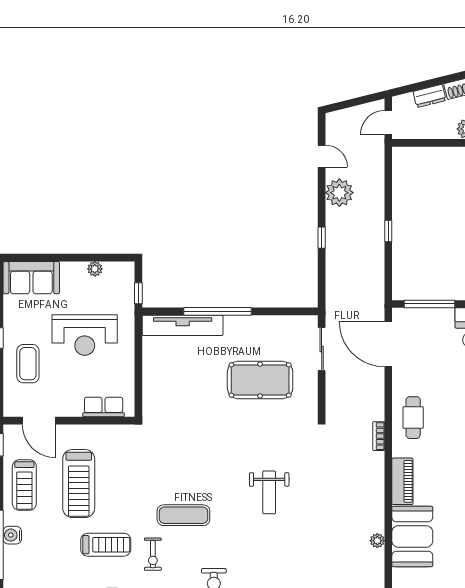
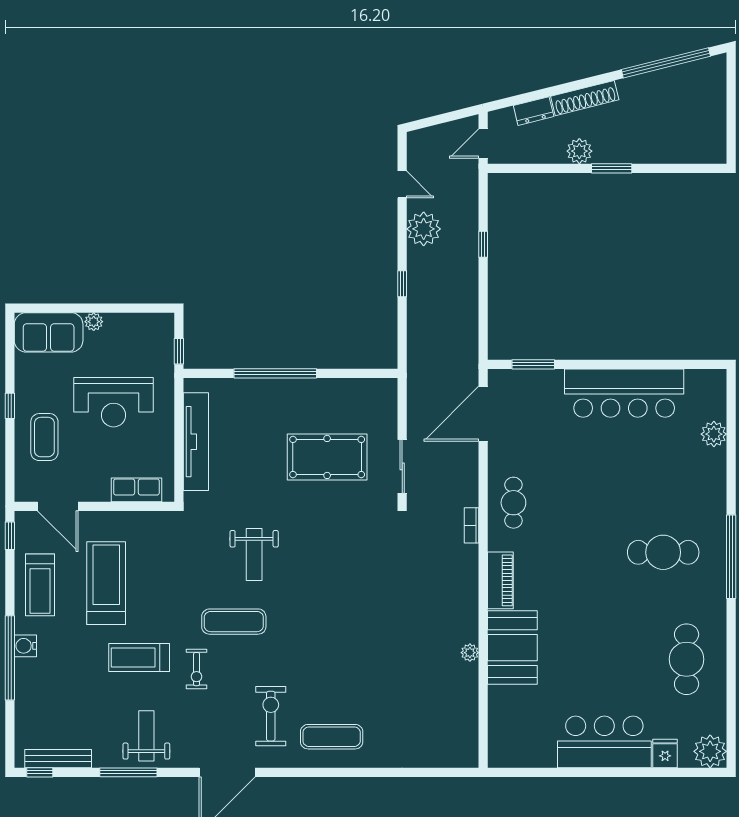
window: (388, 231) -> (483, 244), moved
plant: (95, 269) -> (94, 322), moved
window: (429, 304) -> (533, 364), width x0.69
tv unit: (183, 325) -> (196, 442), moved, turned -90
door: (388, 344) -> (483, 414), hinge flipped
sliding door: (322, 349) -> (402, 466), moved
treadmill: (79, 484) -> (106, 583), turned 180
weight bench: (269, 492) -> (254, 555), moved
treadmill: (106, 545) -> (139, 658), turned 180

